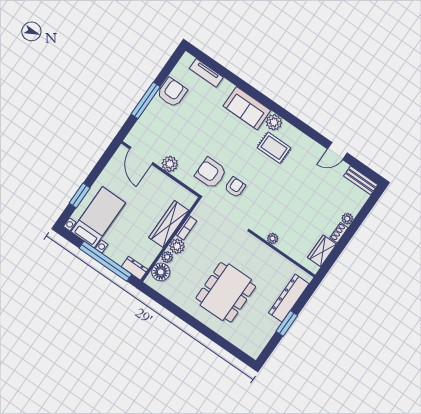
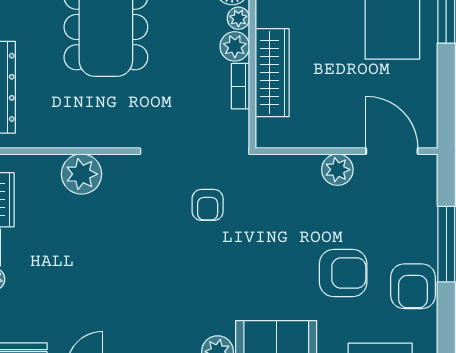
rug: (274, 148) -> (189, 311), removed
armchair: (211, 173) -> (343, 273), moved
plant: (273, 238) -> (82, 174), width x1.87, depth x1.87

